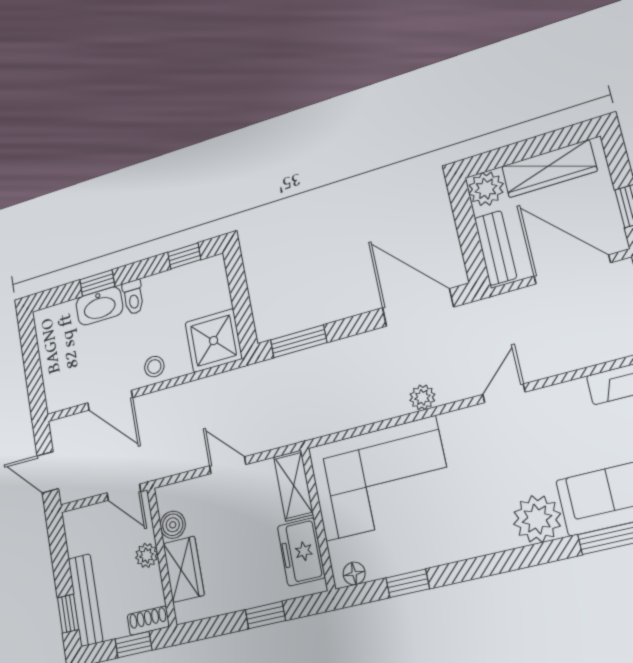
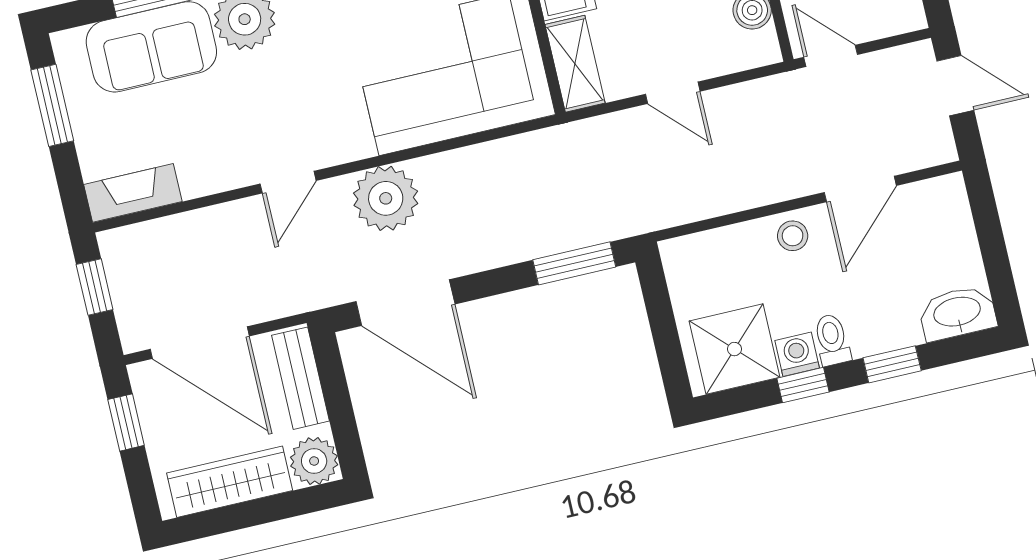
window: (184, 256) -> (803, 385), moved
washing machine: (155, 286) -> (797, 354), added
washbasin: (99, 306) -> (957, 313), moved
shower: (214, 341) -> (734, 349), moved
plant: (422, 397) -> (386, 198), width x1.87, depth x1.87
door: (110, 400) -> (860, 189), swing flipped

